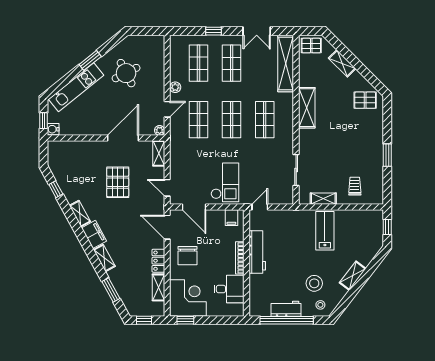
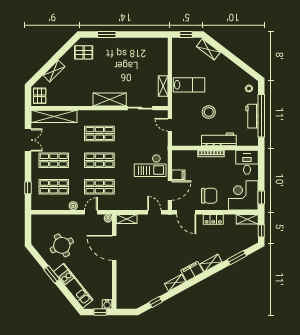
window: (214, 31) -> (28, 188), moved
pallet: (365, 100) -> (84, 52), turned 90
shelving: (307, 108) -> (110, 99), moved
door: (167, 109) -> (91, 212), hinge flipped
window: (387, 155) -> (107, 35), moved
pallet: (118, 182) -> (150, 252), removed
checkout: (225, 182) -> (150, 166), turned 180
trolley: (355, 186) -> (153, 61), removed
door: (167, 188) -> (154, 212), swing flipped
door: (260, 207) -> (170, 125), moved
filing cabinet: (231, 218) -> (178, 175), moved
door: (167, 227) -> (186, 212), hinge flipped
lab bench: (325, 231) -> (189, 85), turned 180
workbench: (257, 252) -> (219, 139), moved
shelving: (353, 276) -> (208, 49), moved
stool: (314, 283) -> (209, 112), moved
shelving: (158, 287) -> (247, 219), moved
desk: (229, 289) -> (247, 162), moved

